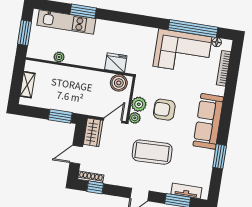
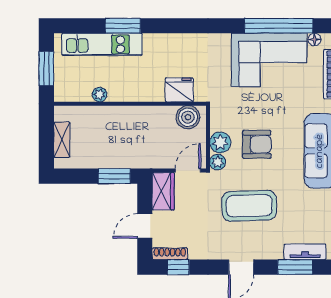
armchair: (164, 110) -> (257, 144), turned 180

